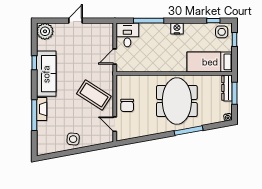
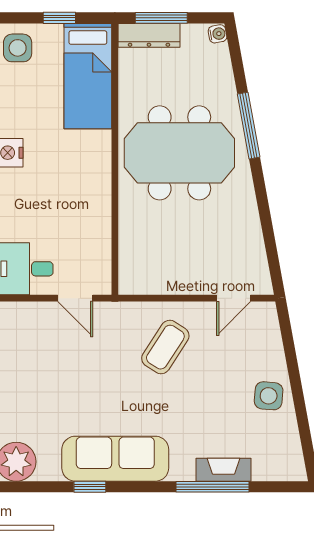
window: (235, 39) -> (59, 18), moved
coffee table: (94, 95) -> (165, 347), width x0.73, depth x0.76
chair: (127, 105) -> (190, 269), removed
fireplace: (42, 109) -> (224, 470), moved

